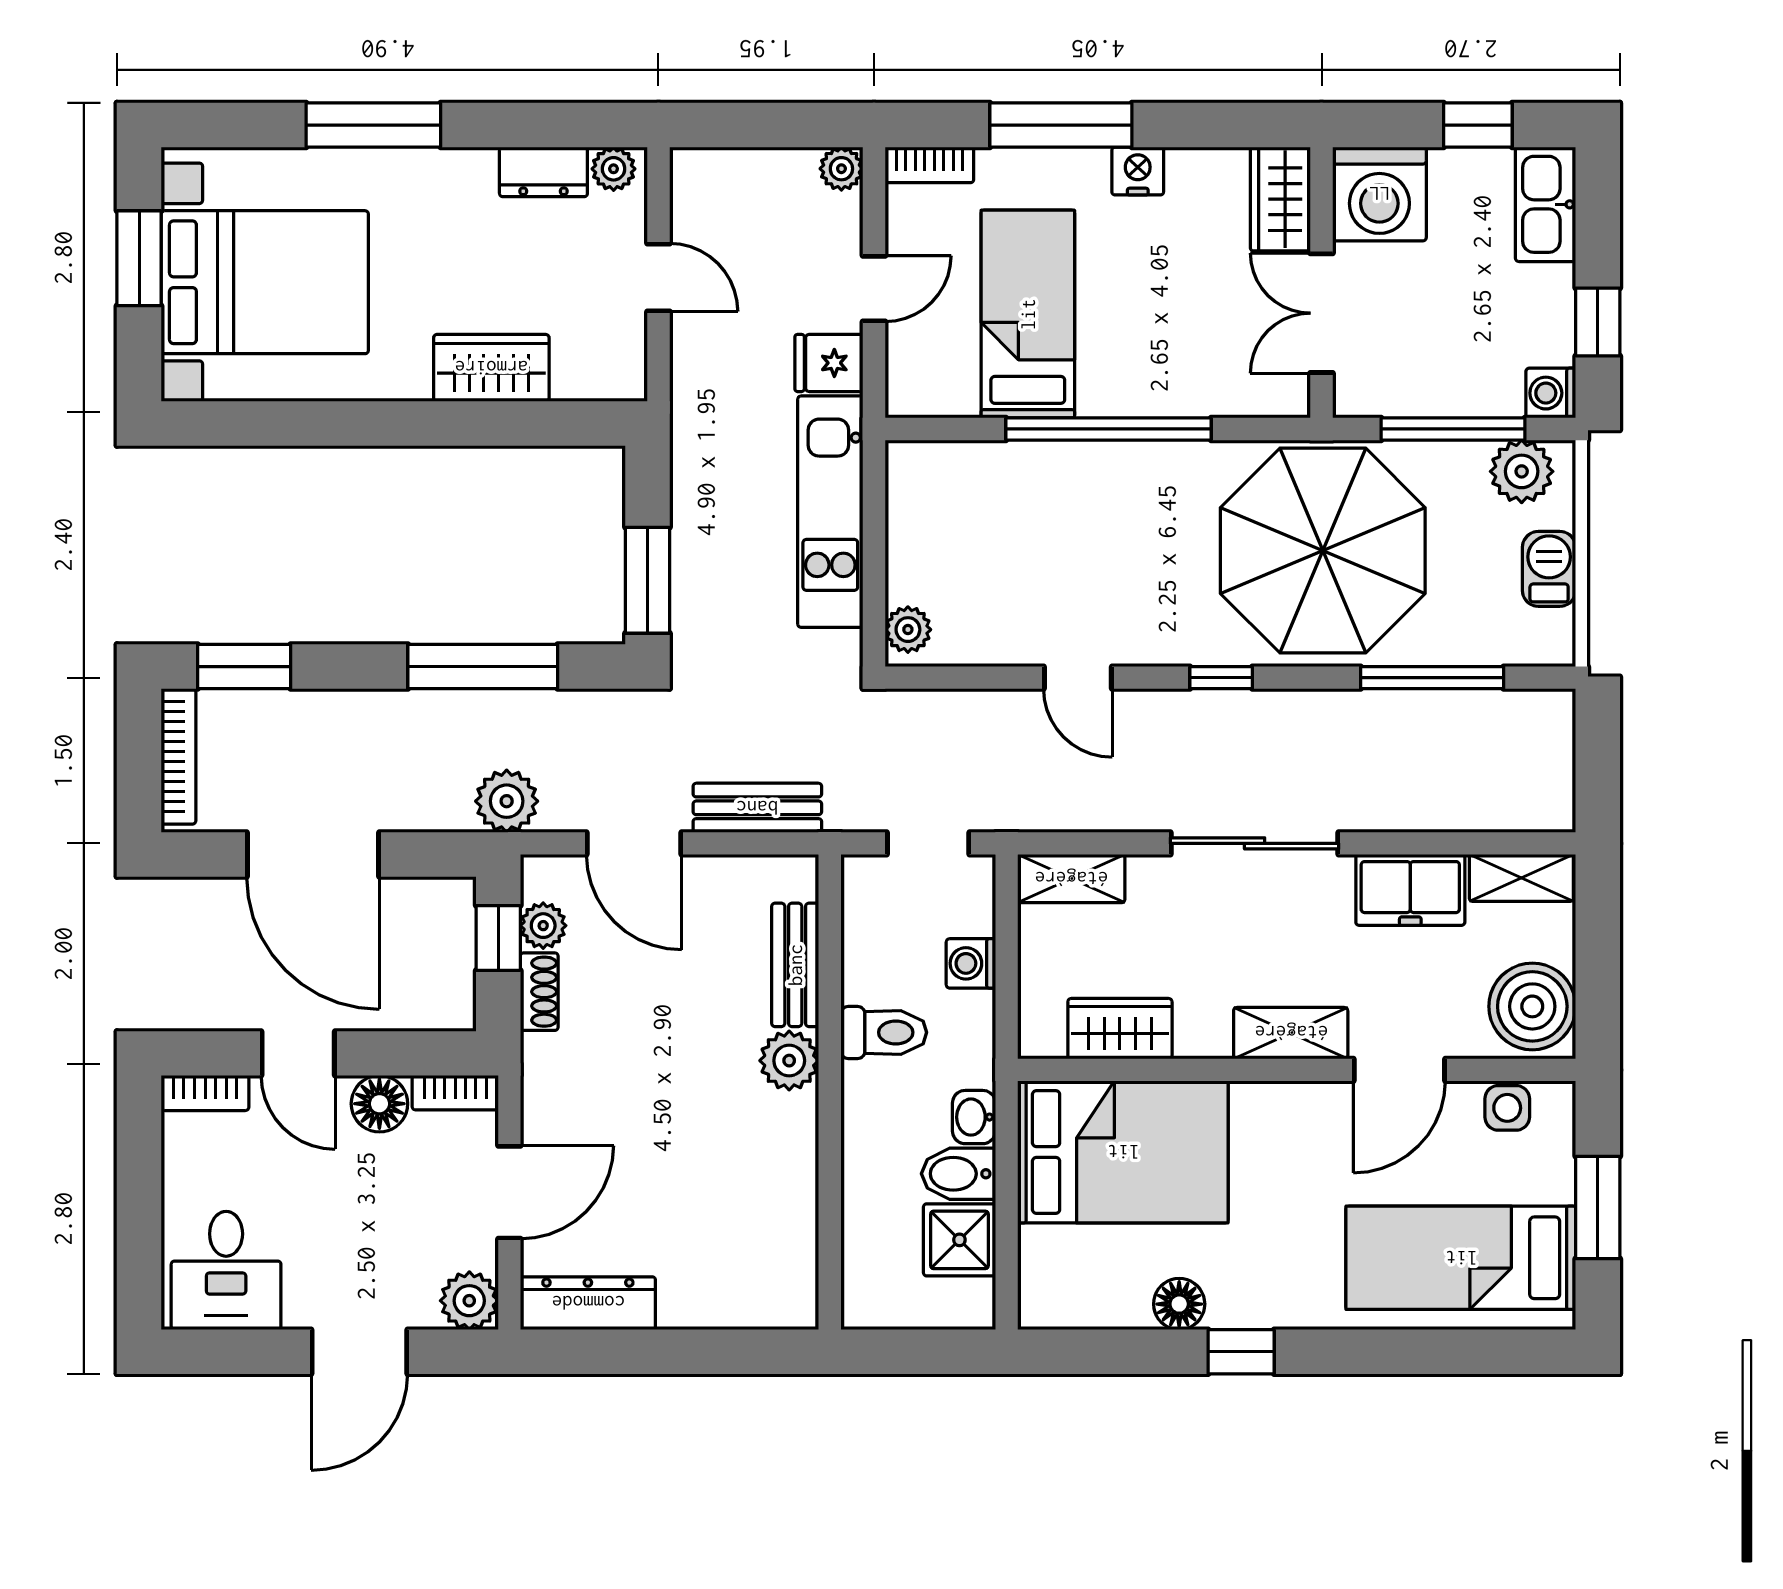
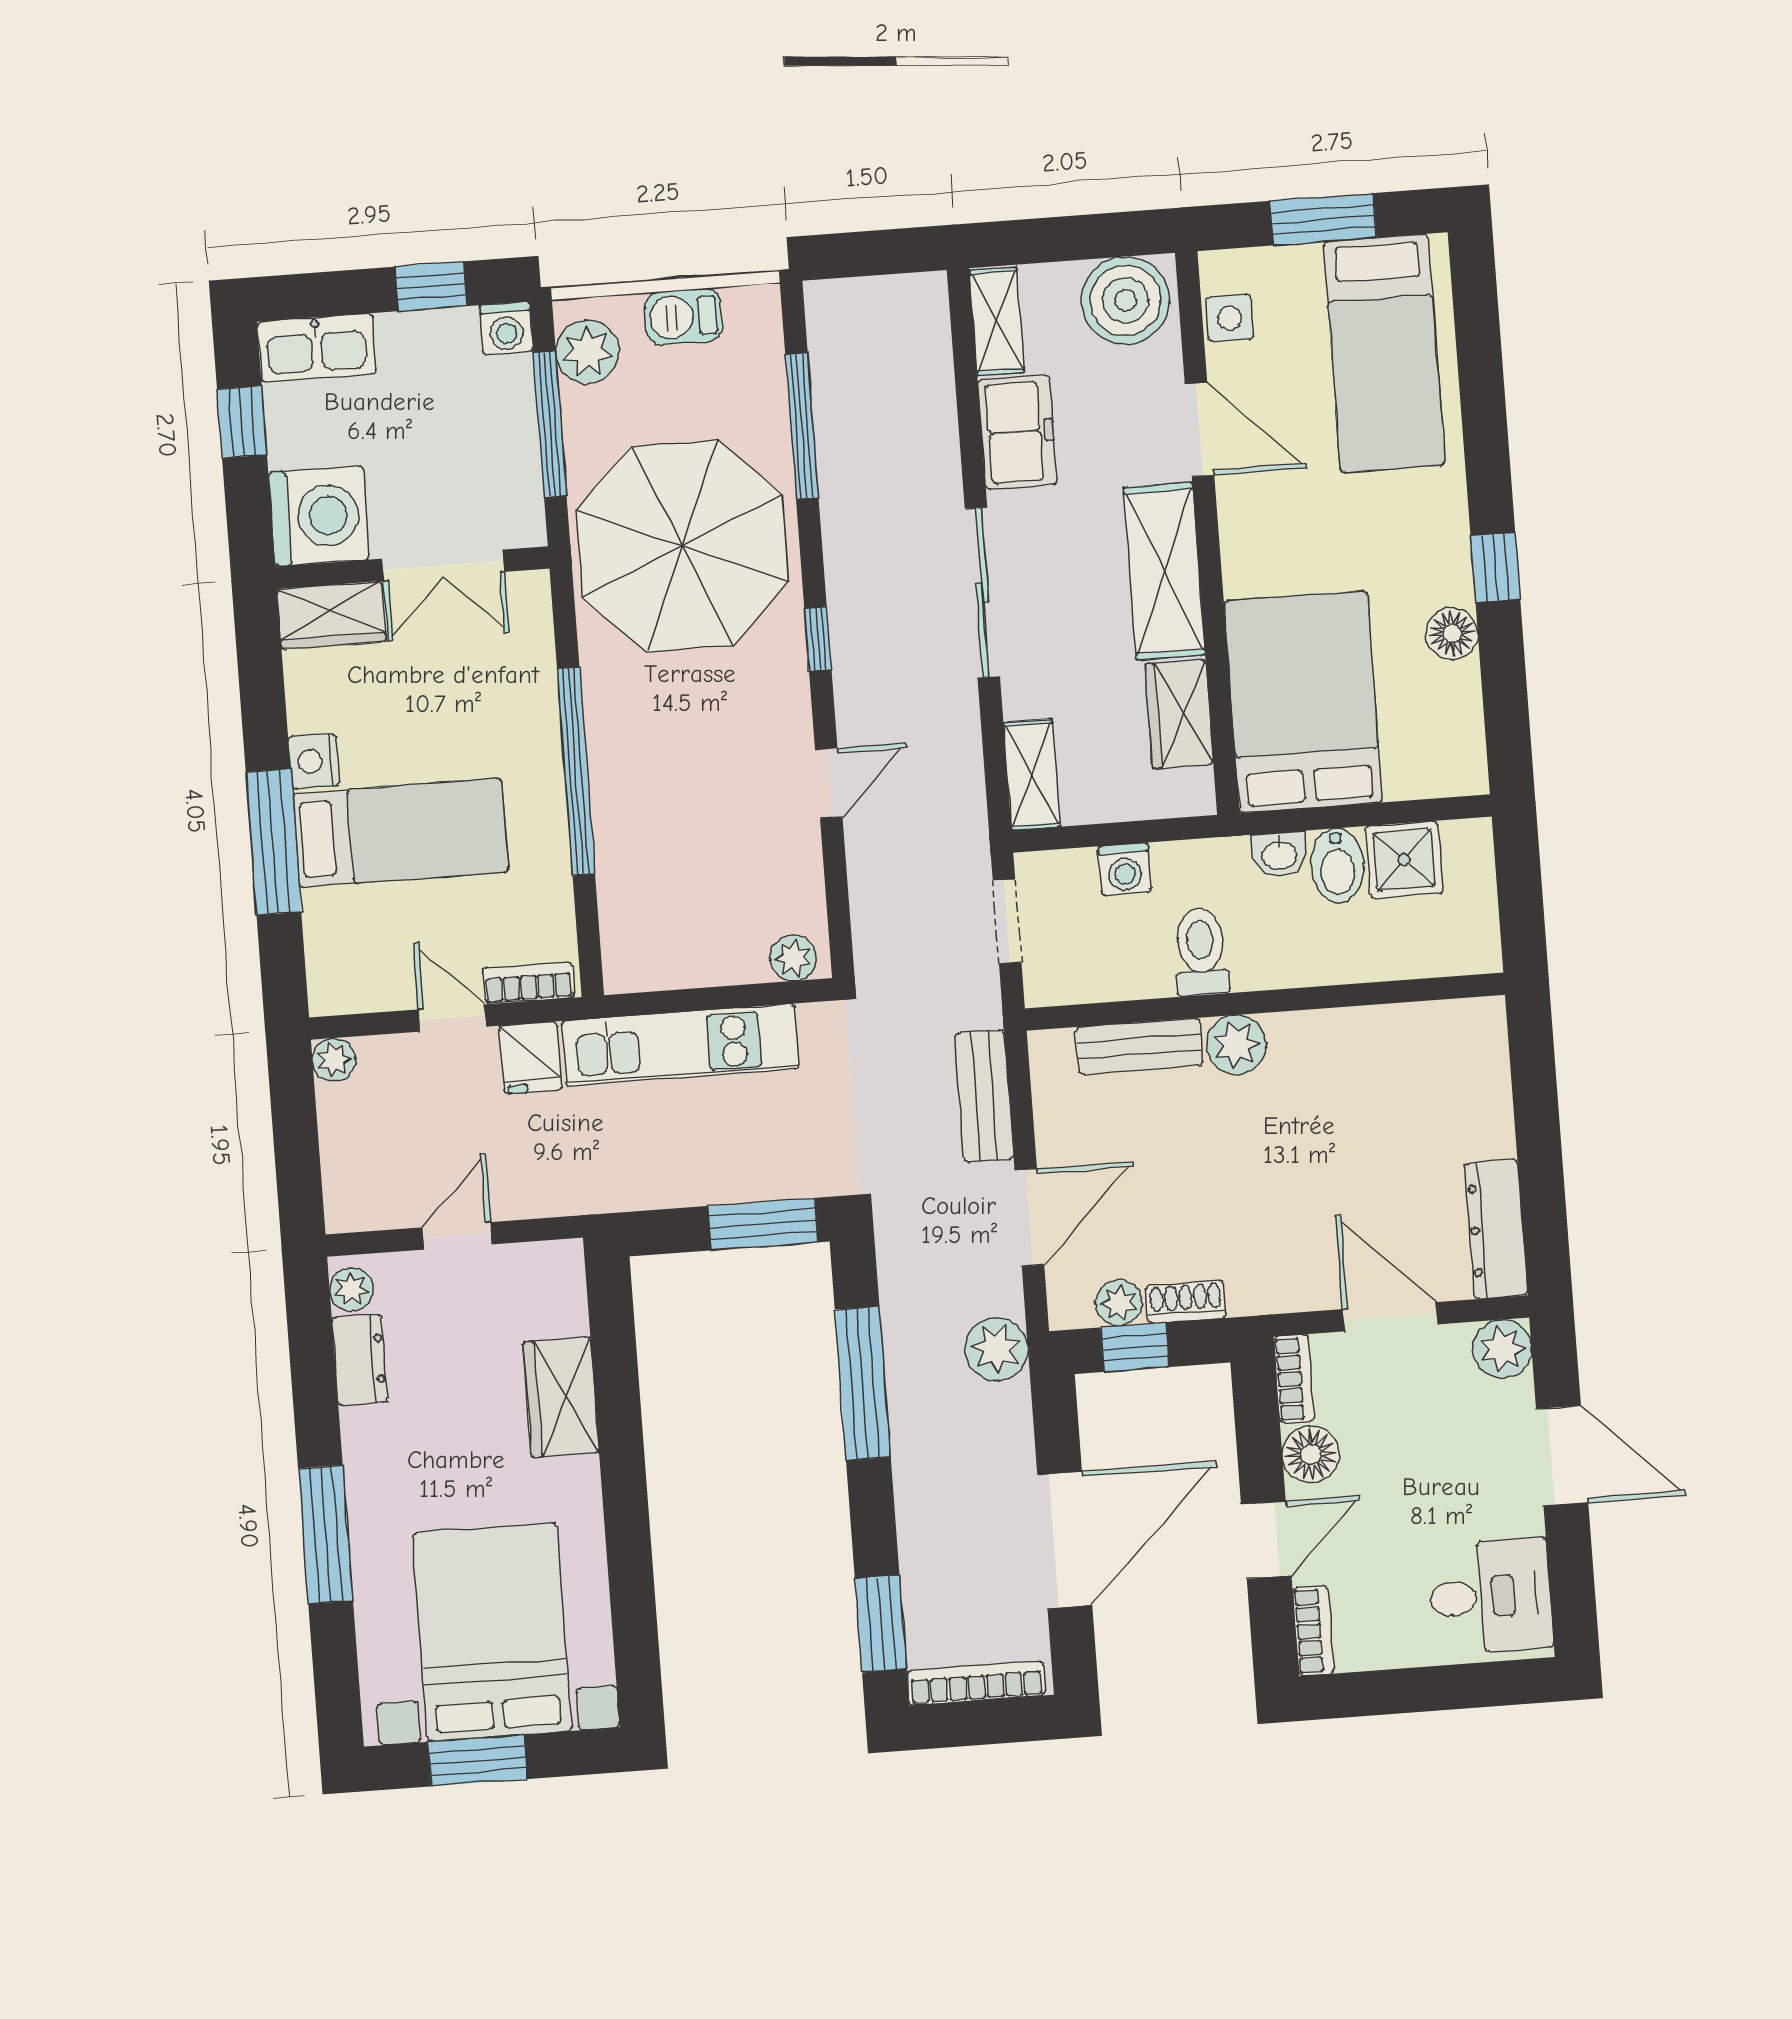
bookcase: (929, 165) -> (528, 983), moved, turned -90
bed: (1028, 314) -> (400, 833), moved, turned 180
shelving: (1291, 1033) -> (1164, 571), width x1.50, depth x1.33

